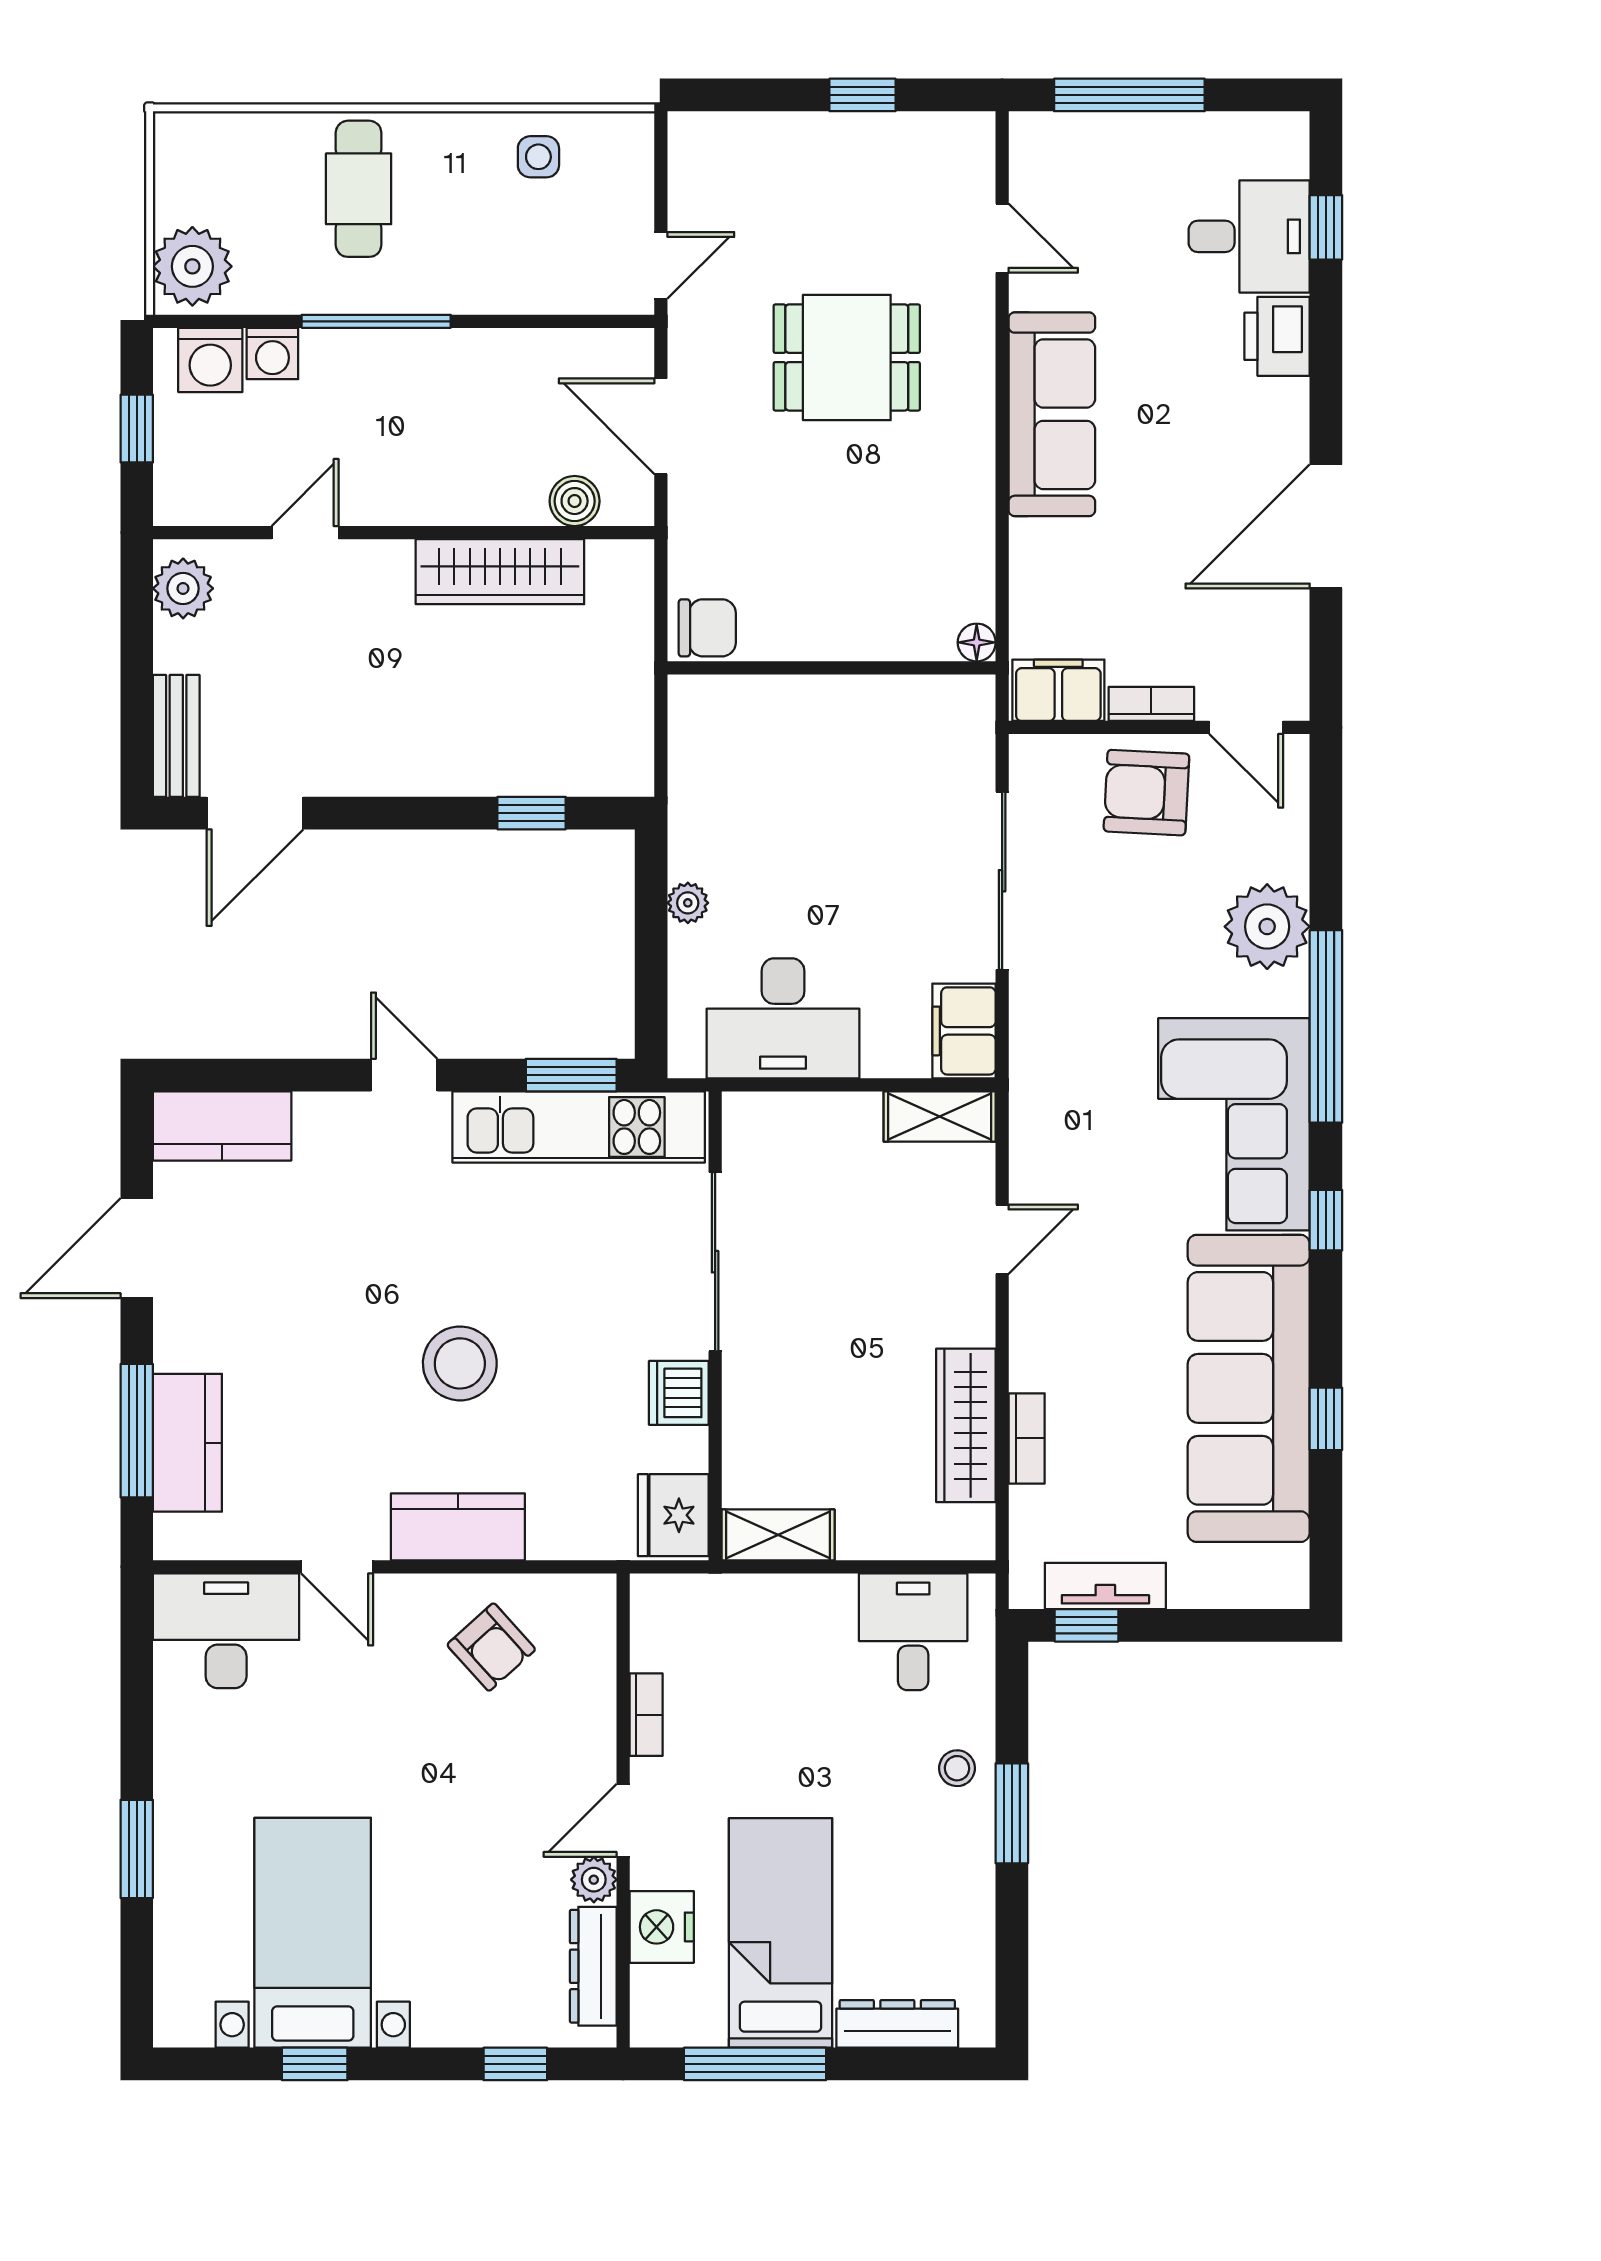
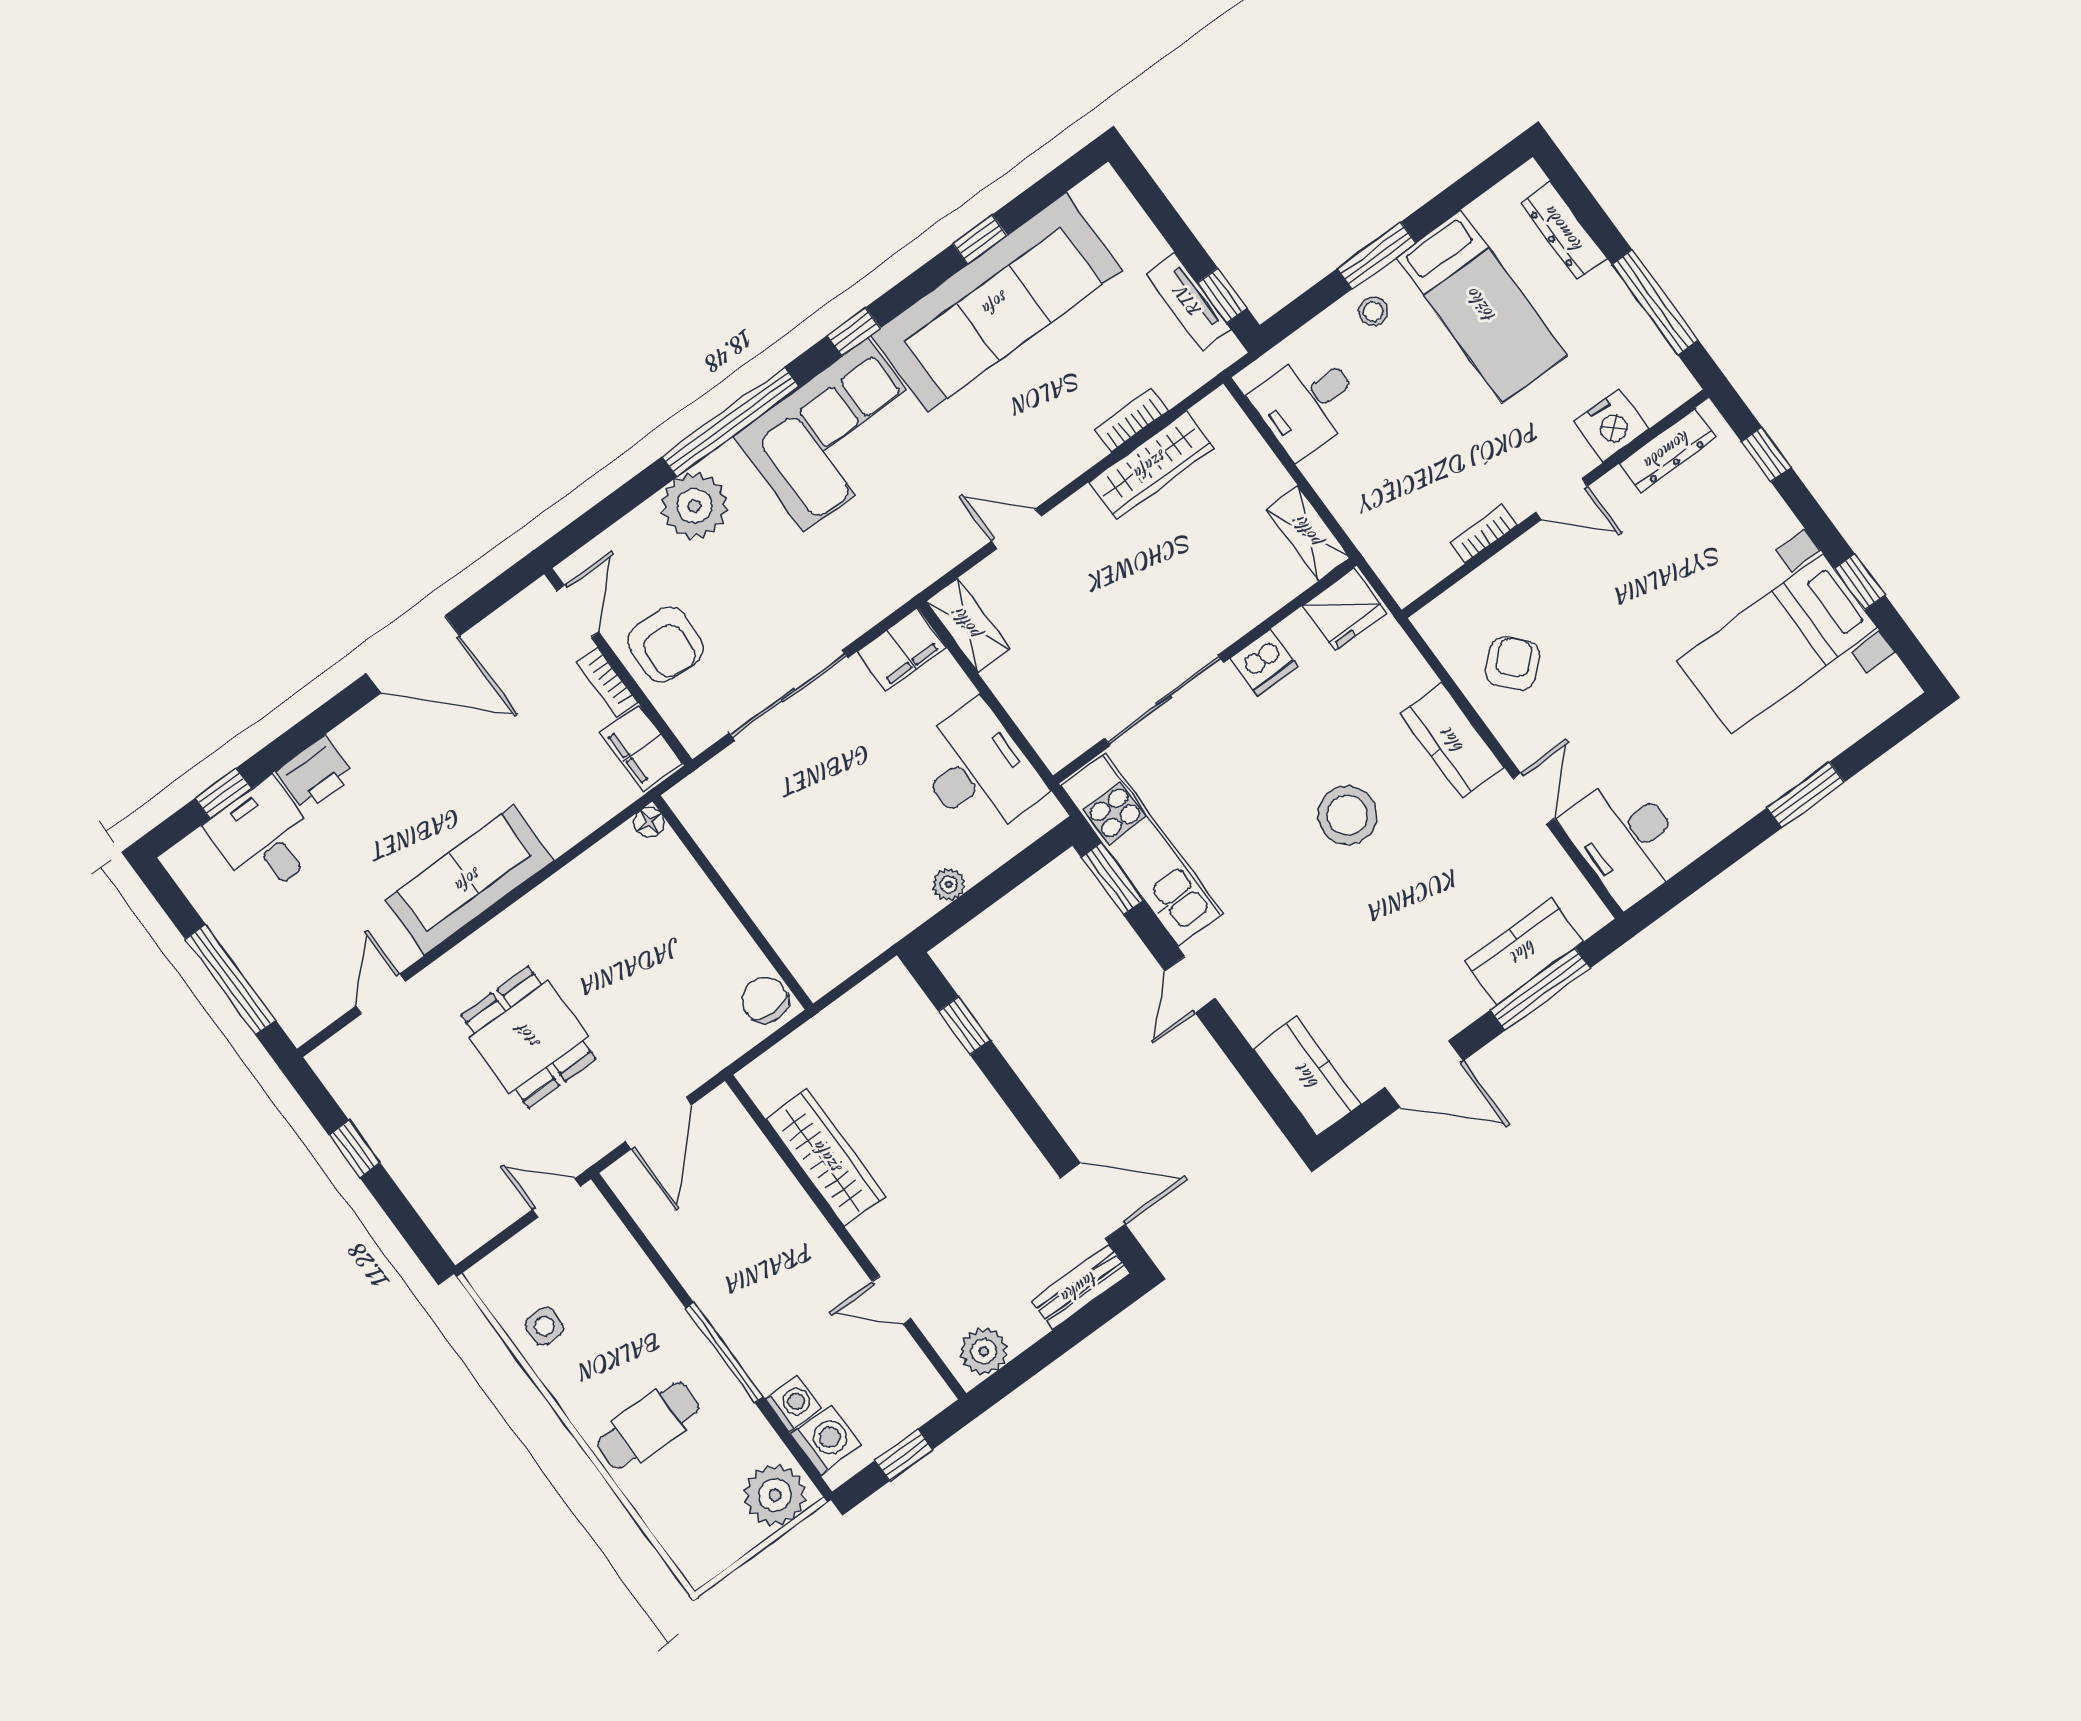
boiler: (575, 501) -> (746, 1143), removed
plant: (594, 1880) -> (1613, 490), removed
bed: (781, 1933) -> (1481, 306), moved, turned -90

